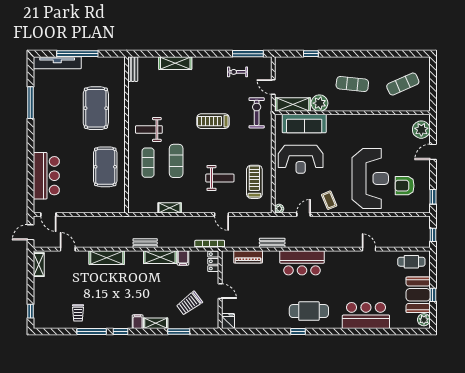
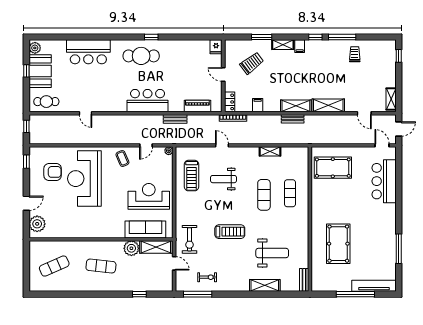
weight bench: (149, 130) -> (272, 253), moved, width x1.36, depth x1.33
pool table: (105, 167) -> (333, 168), moved, turned 90
shelving: (160, 257) -> (296, 106), moved

